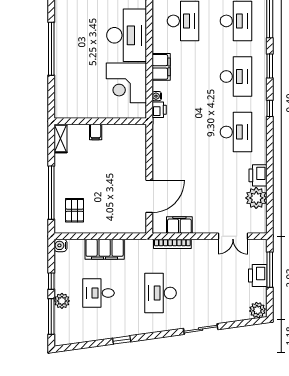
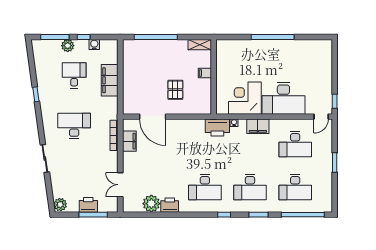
printer: (159, 110) -> (217, 127), width x1.87, depth x1.48
pallet: (75, 210) -> (175, 90), moved, turned 90
water cooler: (60, 245) -> (94, 45), moved

